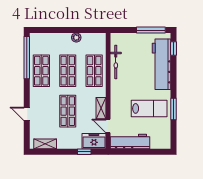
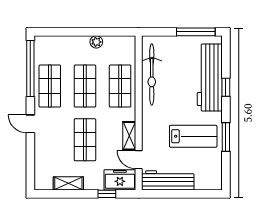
window: (174, 48) -> (226, 87), moved
bicycle: (116, 62) -> (152, 74), width x1.37, depth x1.40
door: (27, 114) -> (30, 124), moved
shelving: (45, 144) -> (68, 183), moved

